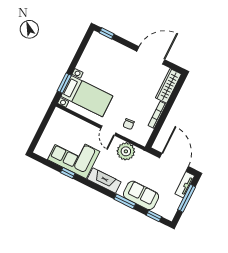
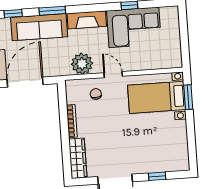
window: (107, 33) -> (157, 176), moved
door: (174, 162) -> (25, 82), swing flipped
sofa: (141, 195) -> (39, 27), width x1.36

